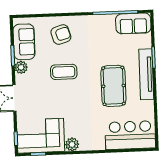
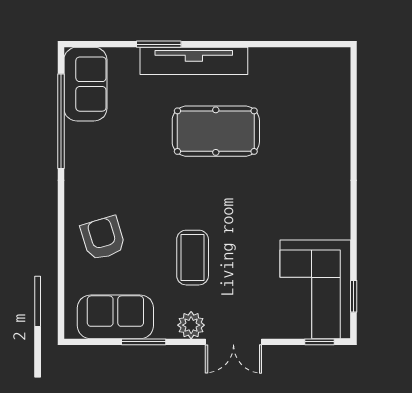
plant: (21, 67) -> (191, 325), moved
coffee table: (64, 72) -> (193, 258), moved
bar counter: (130, 135) -> (321, 100), removed
plant: (72, 144) -> (336, 224), removed

